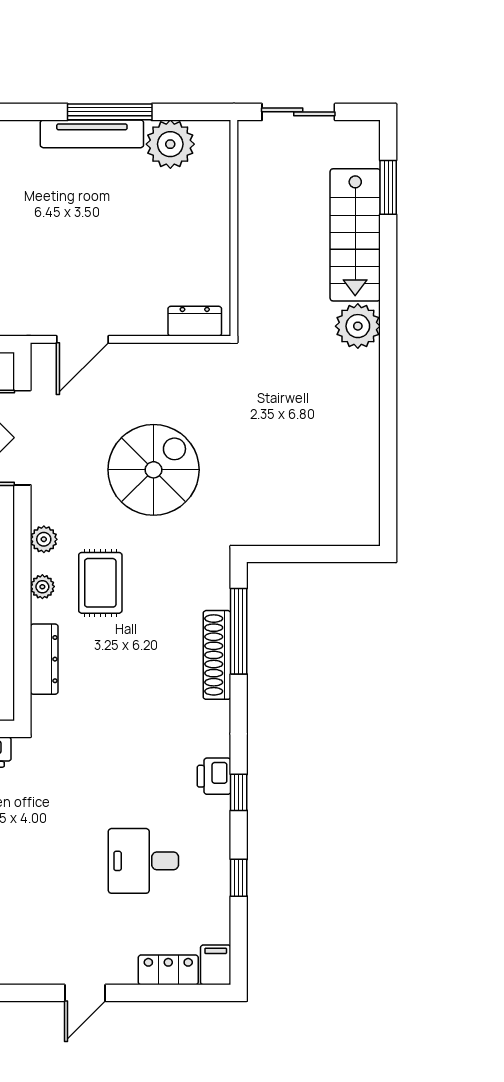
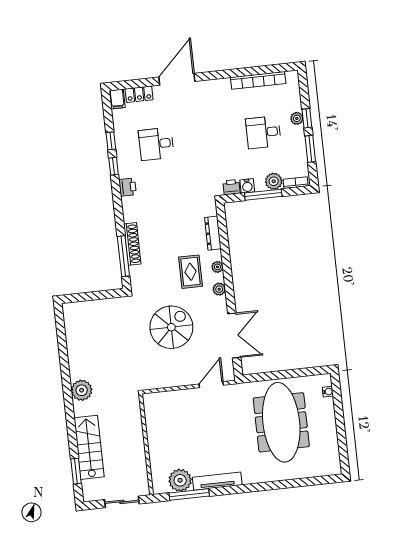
window: (110, 112) -> (189, 495), moved
dresser: (195, 321) -> (160, 399), removed
plant: (358, 326) -> (82, 390), moved
spiral stairs: (154, 470) -> (171, 327), turned 180
window: (239, 792) -> (114, 166), moved
desk: (143, 861) -> (156, 144), turned 180
door: (85, 993) -> (177, 79), width x1.87

